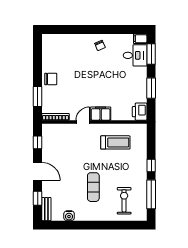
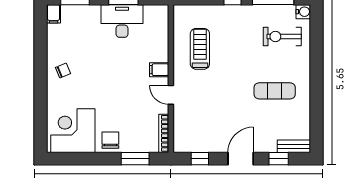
corner desk: (57, 52) -> (73, 131), added
desk: (135, 55) -> (122, 21), moved, width x1.37
printer: (140, 112) -> (156, 15), removed
filing cabinet: (101, 114) -> (159, 70), width x0.50
exercise mat: (93, 187) -> (275, 91), moved
water cooler: (69, 216) -> (303, 12), moved

